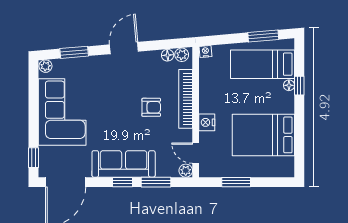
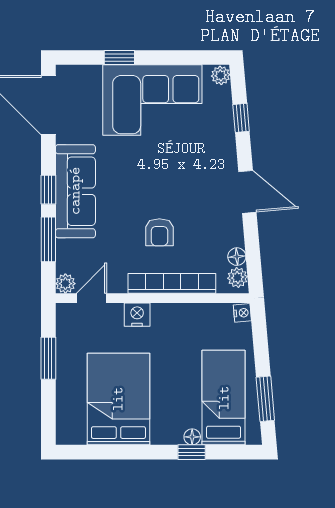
window: (74, 52) -> (241, 118), width x0.67
window: (34, 158) -> (119, 58), moved

